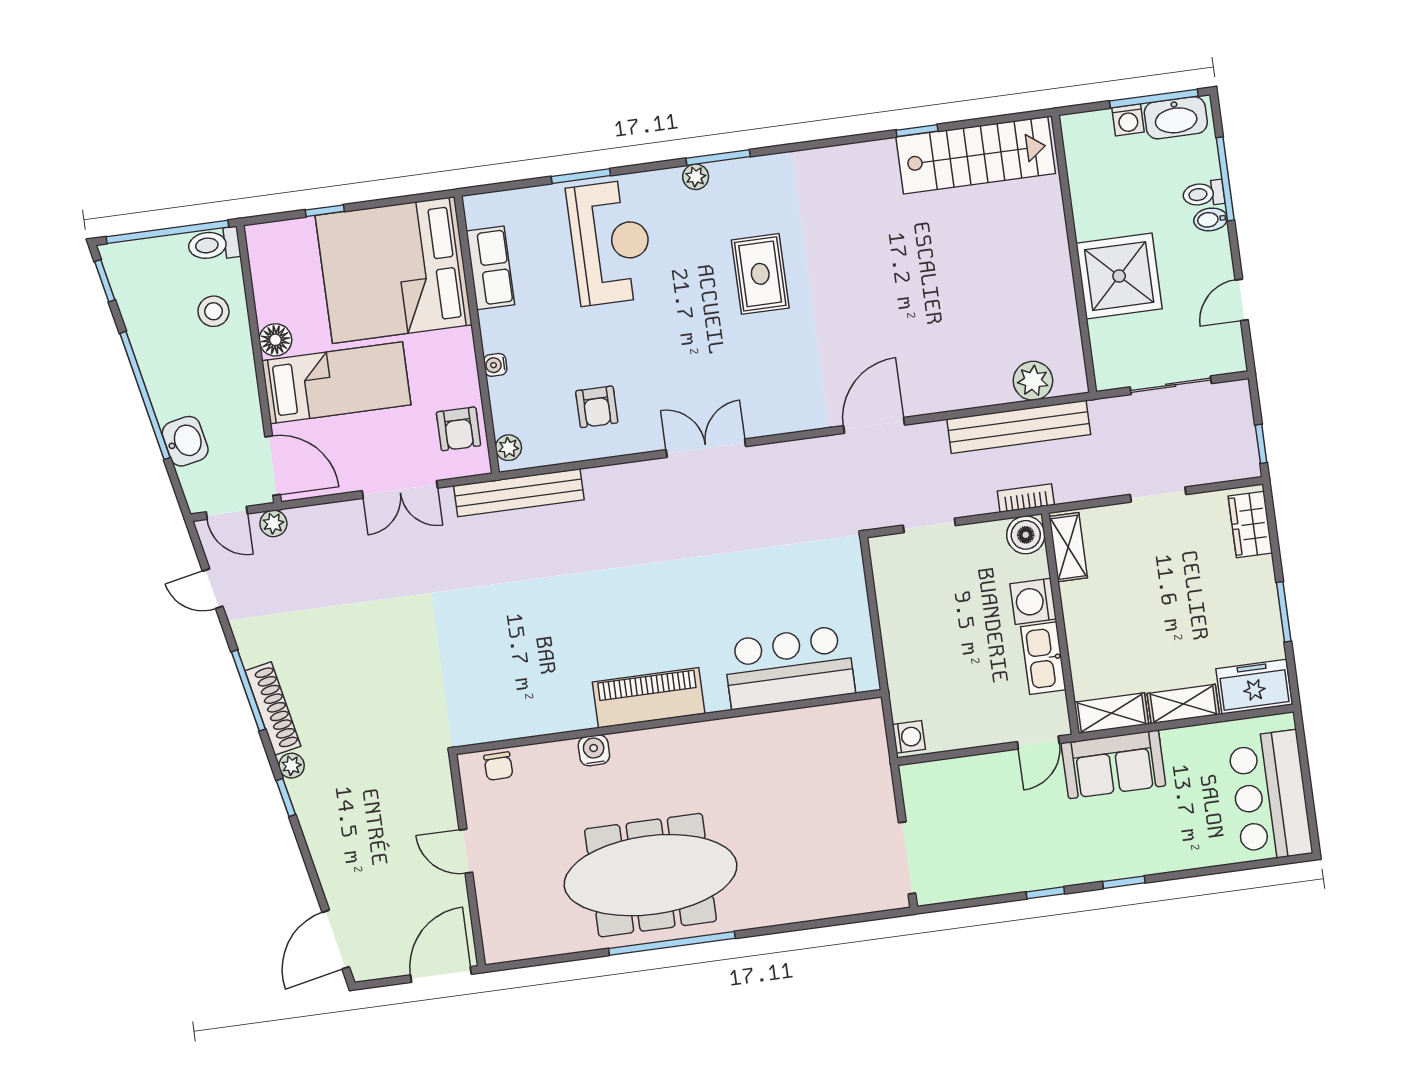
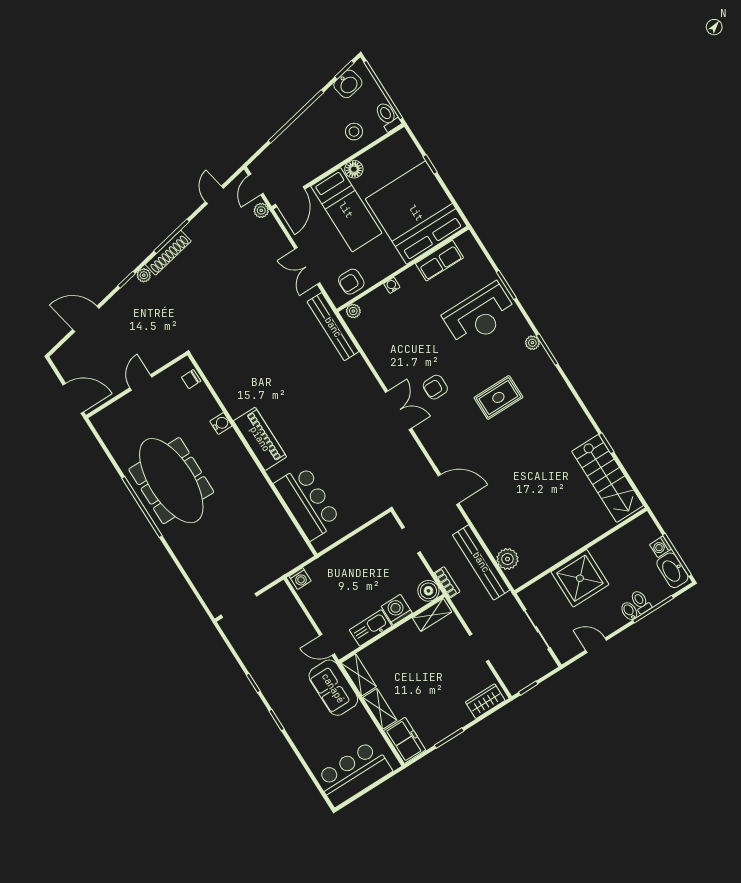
armchair: (597, 407) -> (435, 387), moved
washbasin: (185, 441) -> (348, 84), moved
door: (336, 940) -> (86, 319), moved

